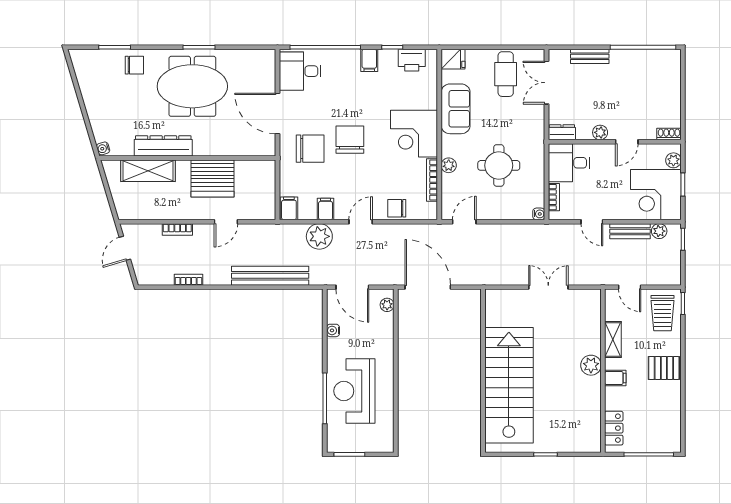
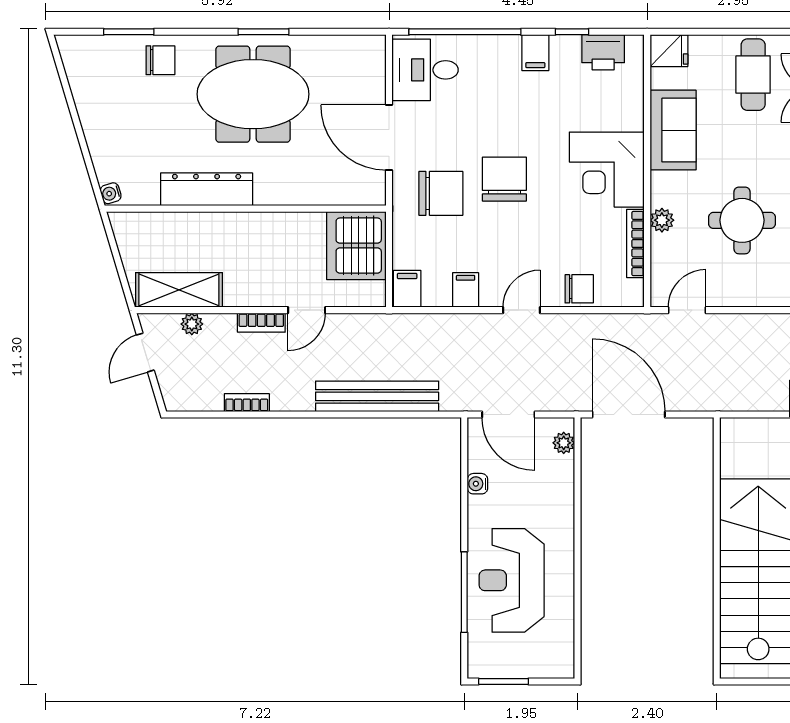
shelving: (148, 171) -> (179, 290), moved
server rack: (212, 179) -> (356, 246), moved, turned 90
chair: (397, 208) -> (579, 289), turned 180
bookcase: (177, 229) -> (261, 323), moved
plant: (319, 236) -> (192, 324), moved, width x0.53, depth x0.53

